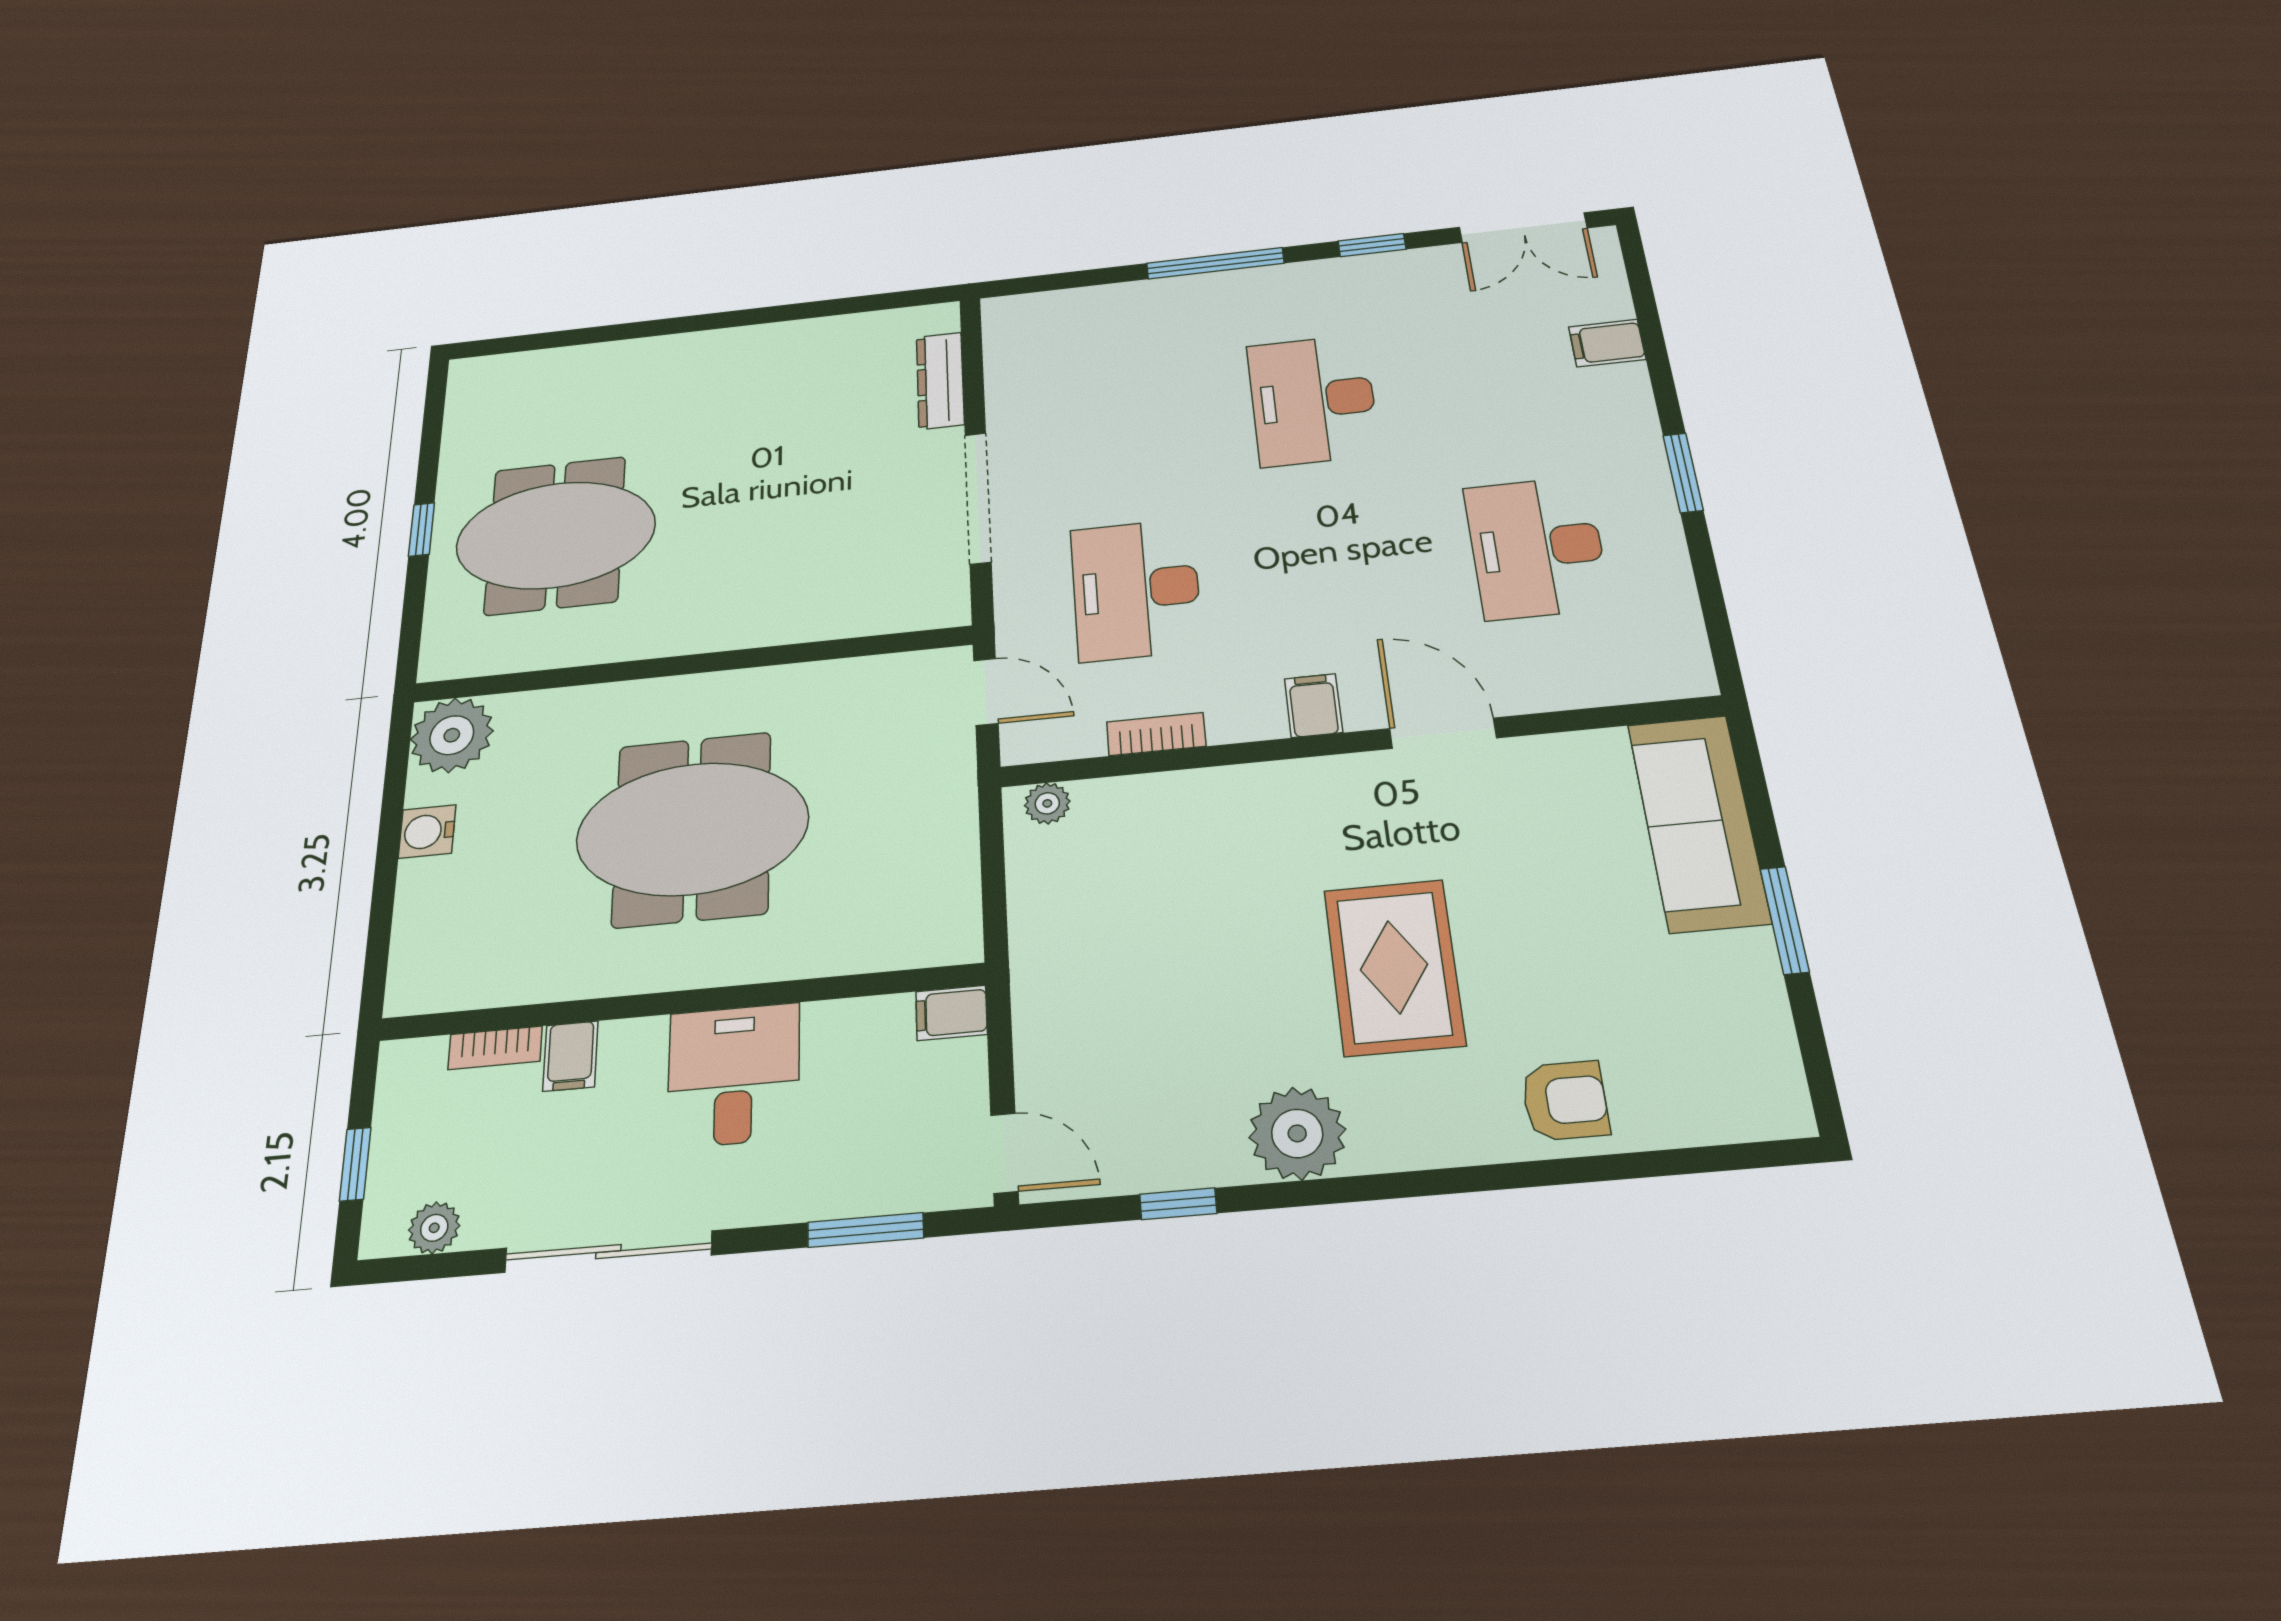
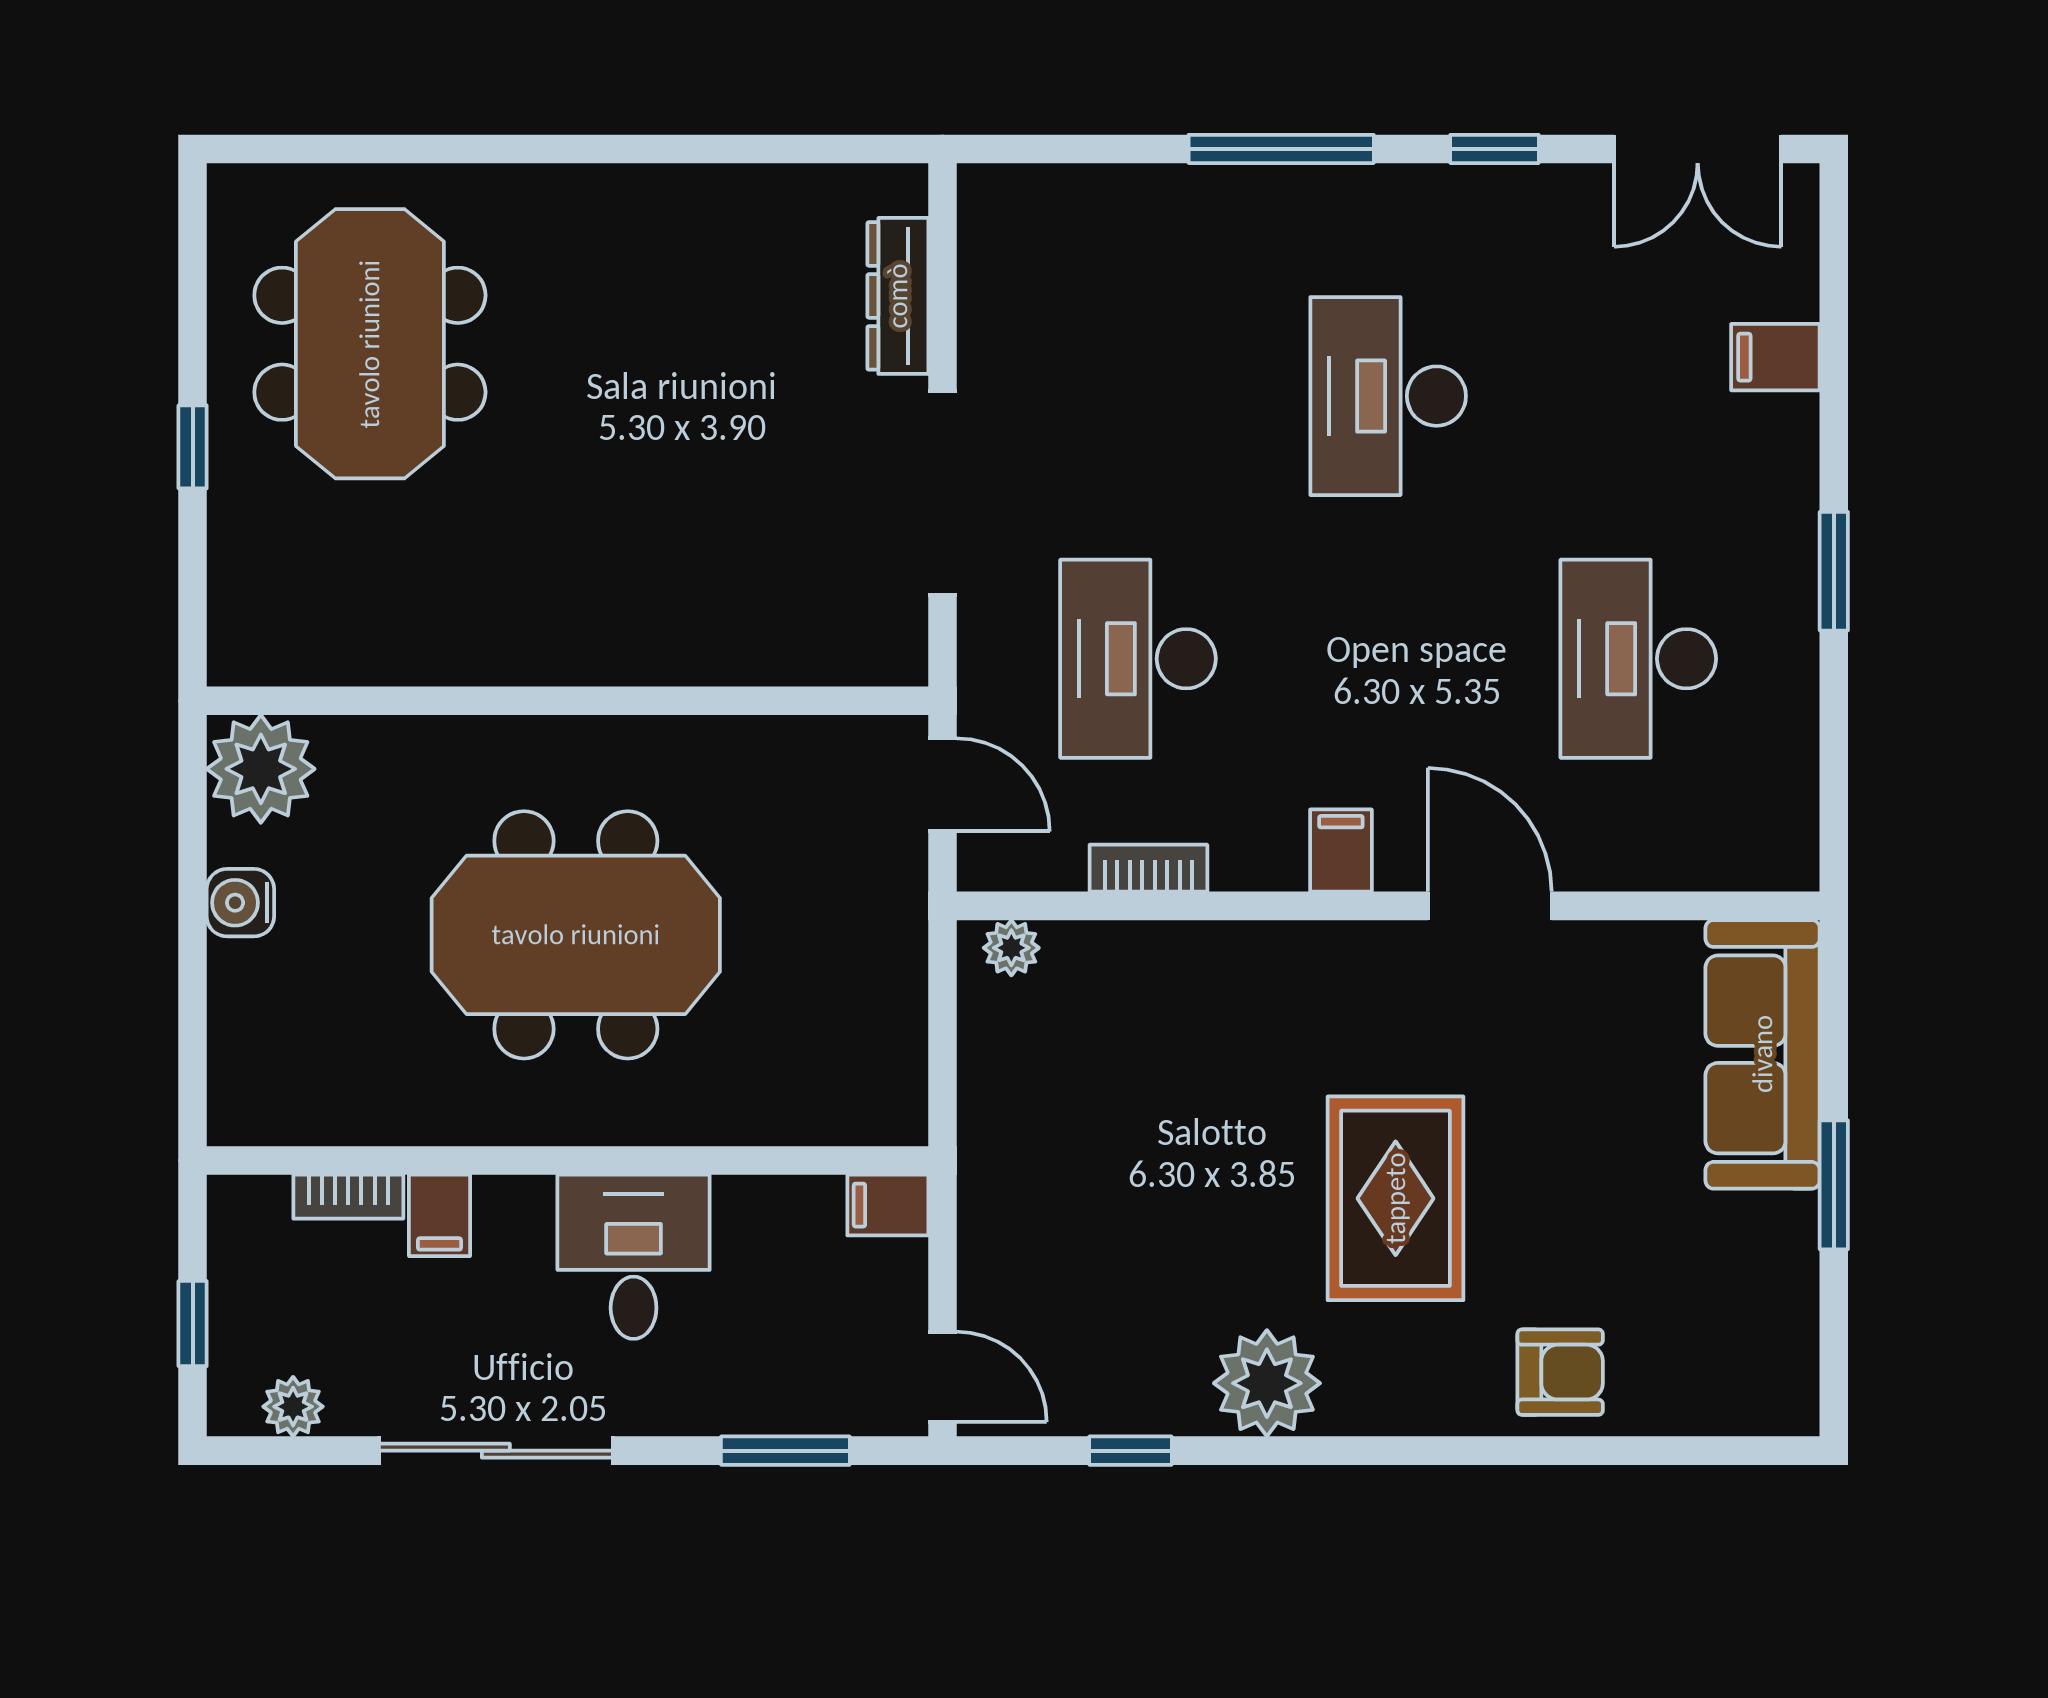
meeting table: (556, 535) -> (370, 344), moved, turned 90

